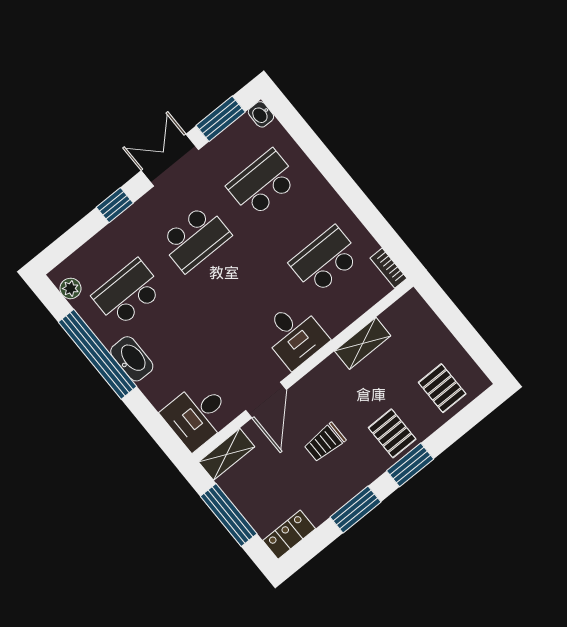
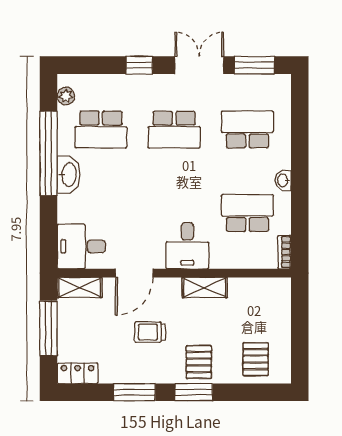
washbasin: (261, 114) -> (283, 180), moved
school desk: (128, 293) -> (101, 129), turned 180
shelving: (363, 343) -> (205, 288), moved

